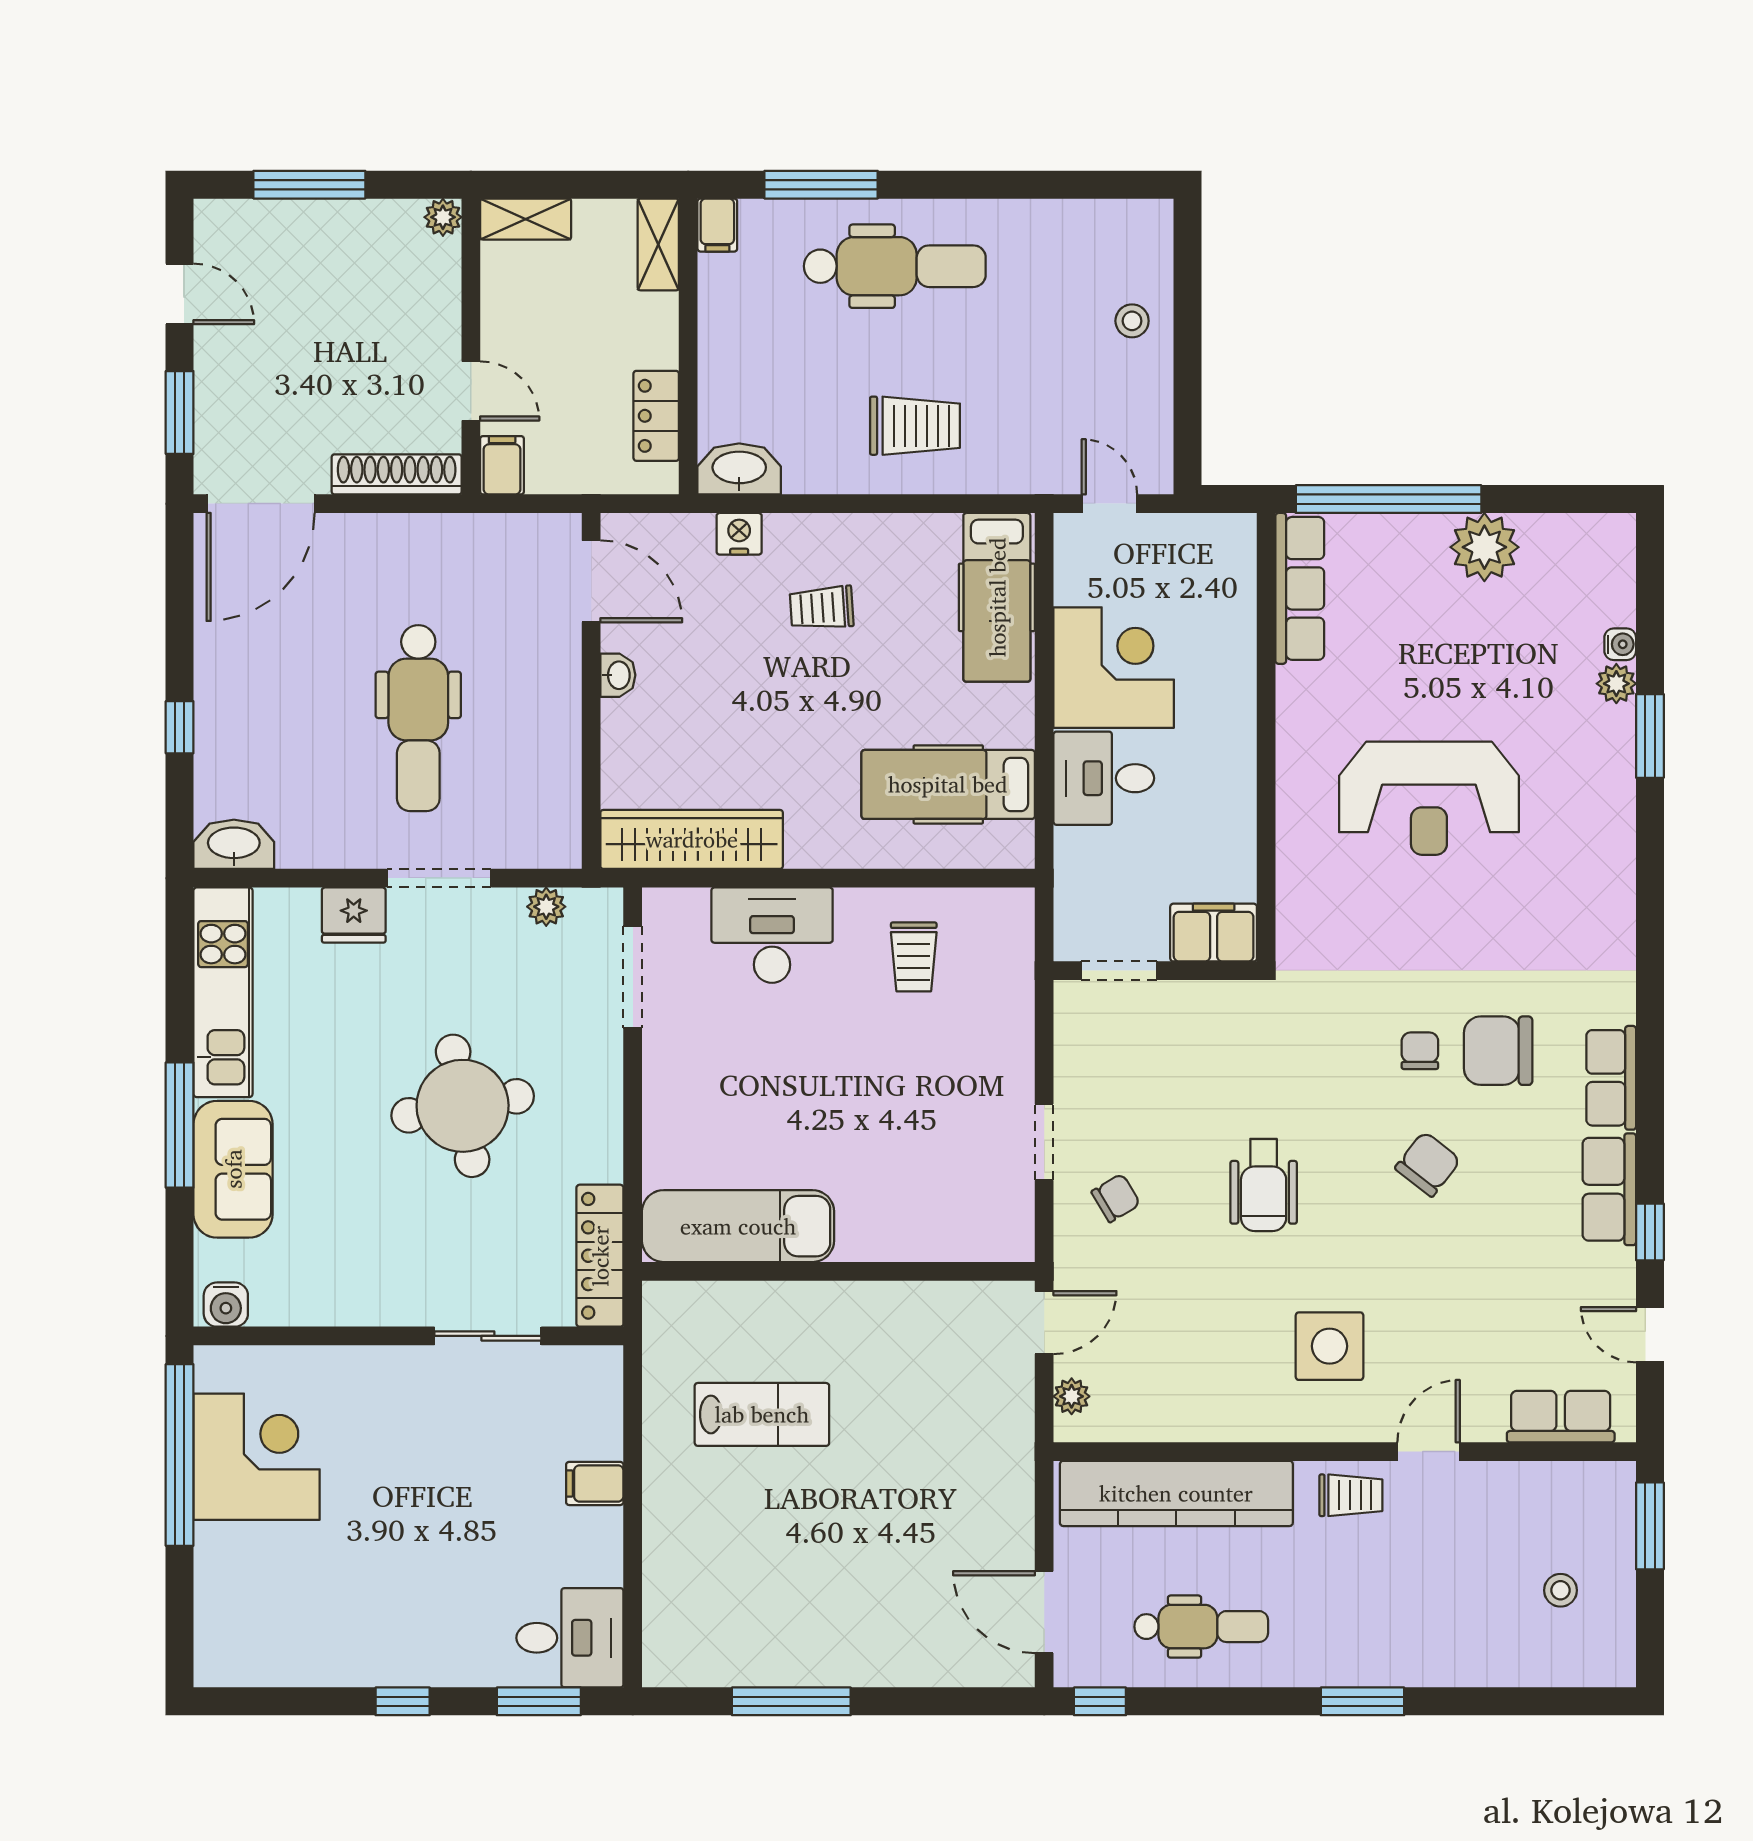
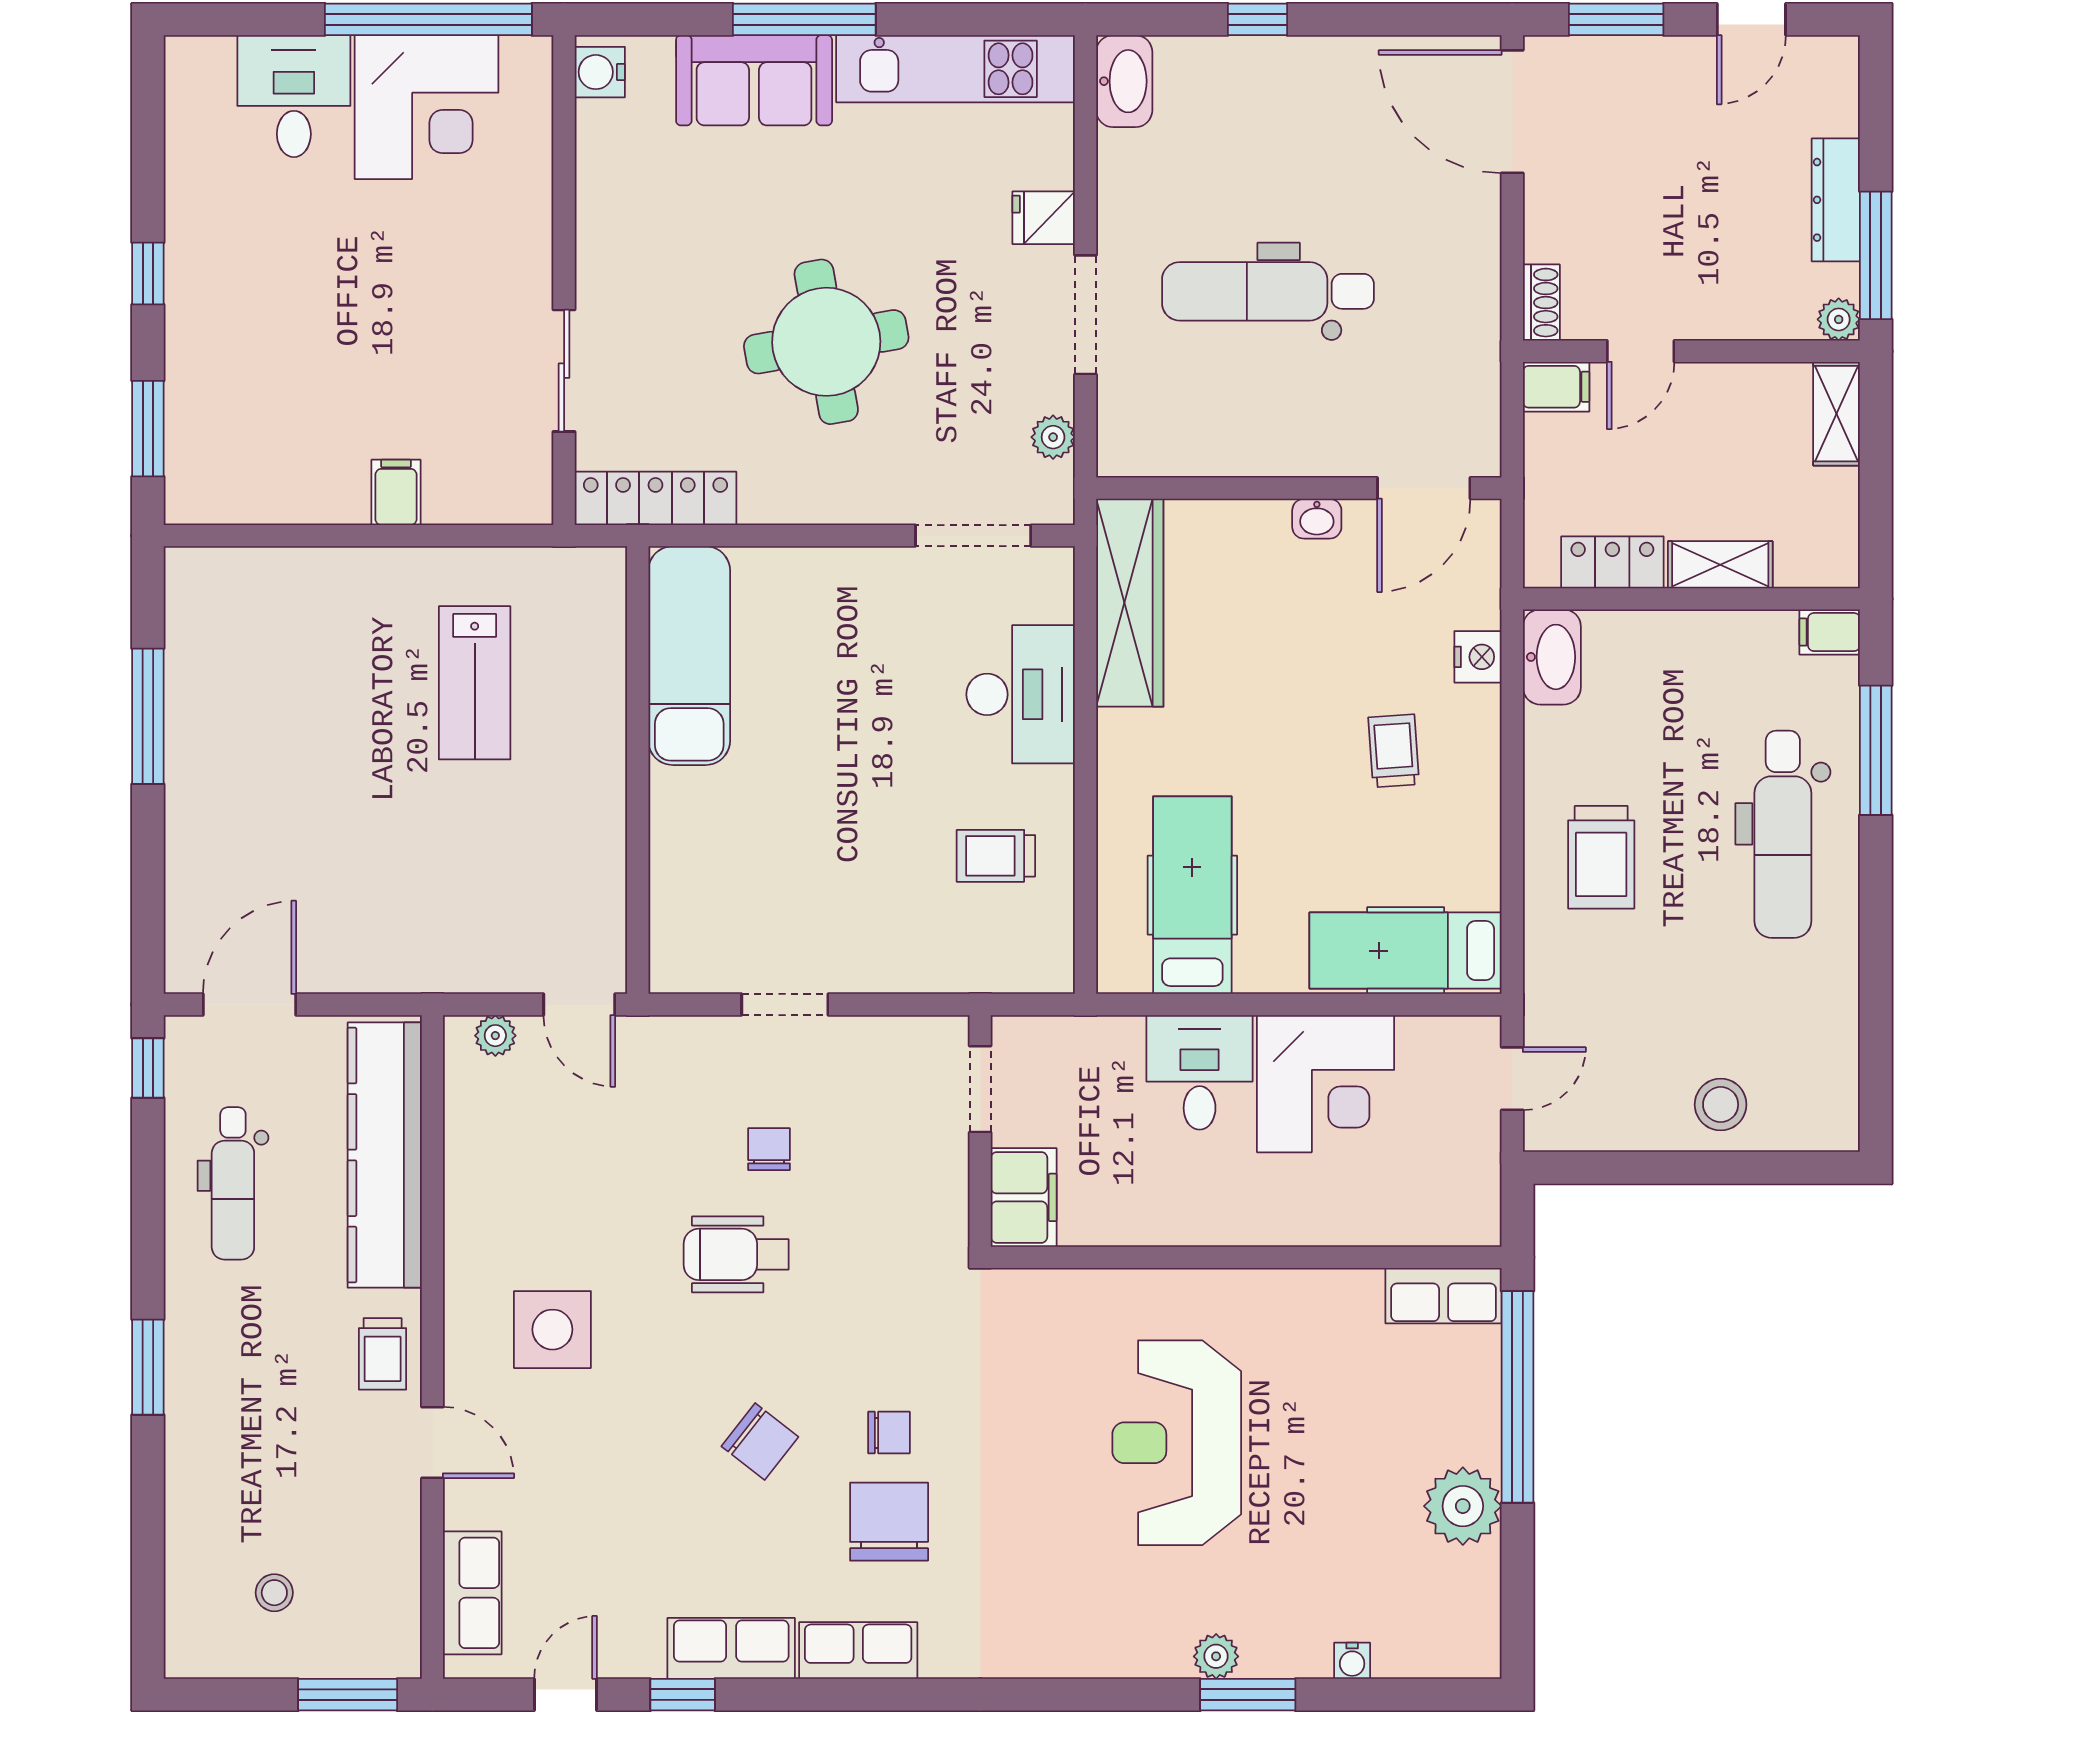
window: (309, 185) -> (1876, 255), moved
dresser: (338, 220) -> (1836, 200), added
shelving: (658, 244) -> (1720, 565), moved
stool: (1132, 321) -> (1721, 1105), width x1.37, depth x1.37
shoe rack: (397, 474) -> (1541, 303), width x0.51, depth x0.81
row of seats: (1300, 588) -> (1444, 1296), width x0.68
plant: (1616, 684) -> (1216, 1656), moved
fridge: (354, 915) -> (1044, 218), width x0.72
chair: (1116, 1198) -> (769, 1149), moved, turned -149
desk: (570, 1638) -> (294, 96), moved, turned 180

